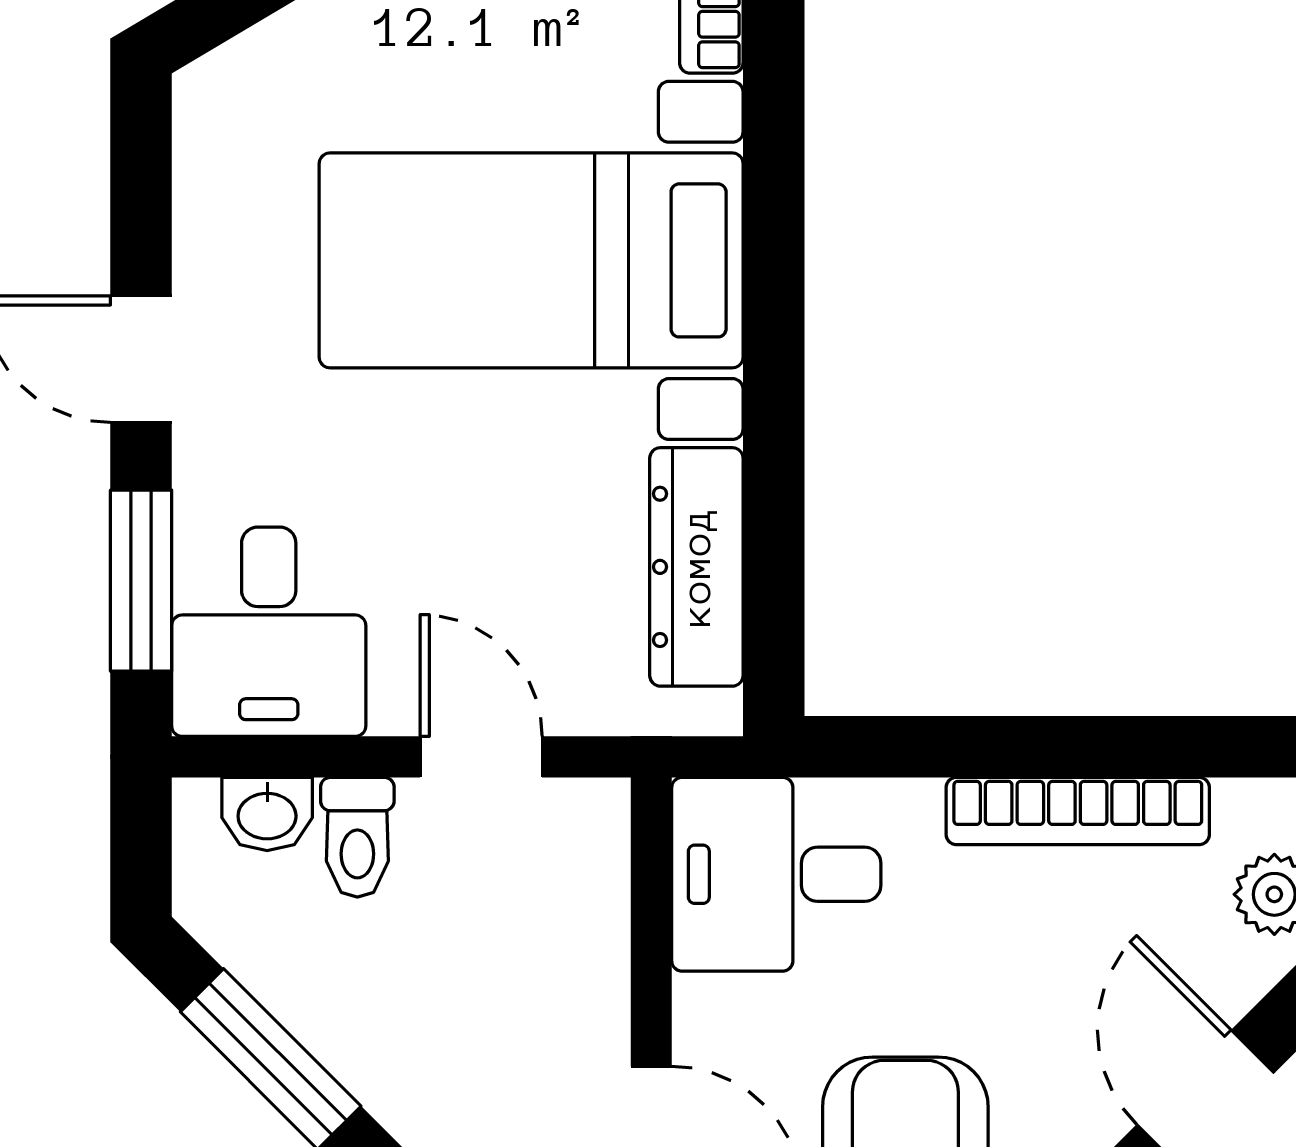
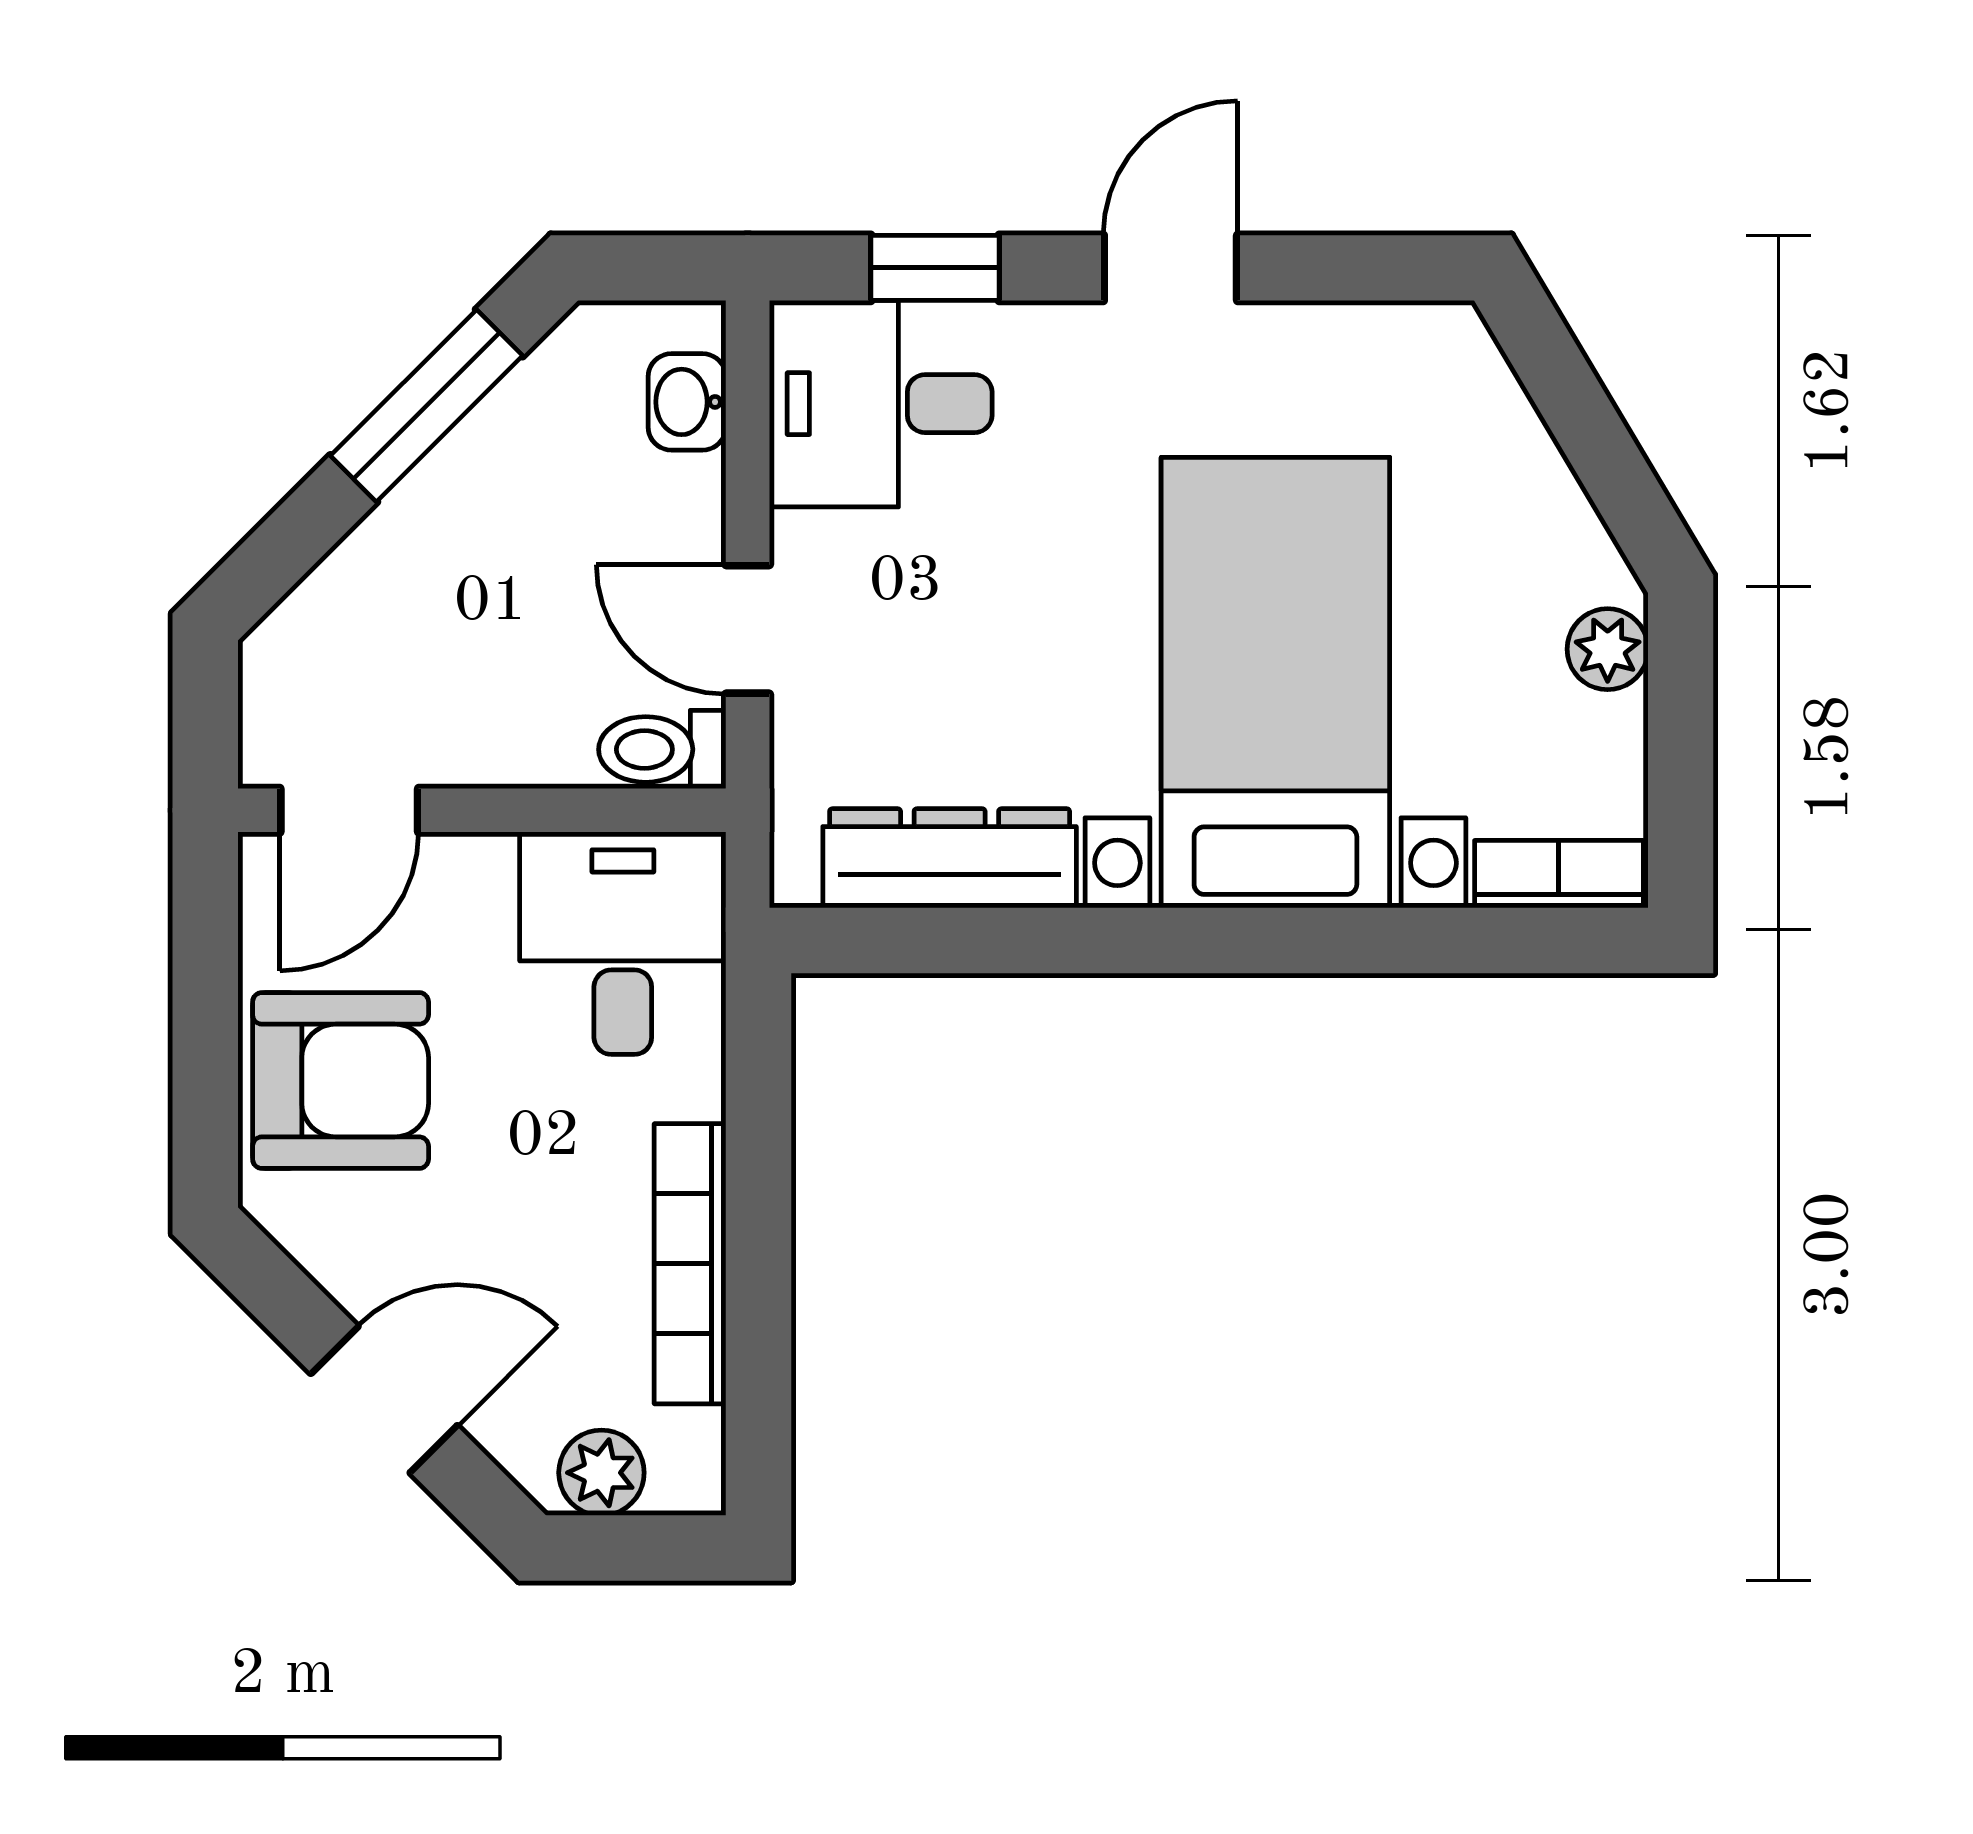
window: (141, 581) -> (935, 268), width x0.67
door: (481, 757) -> (748, 629), swing flipped
toilet: (357, 837) -> (662, 749), moved

